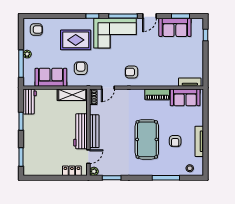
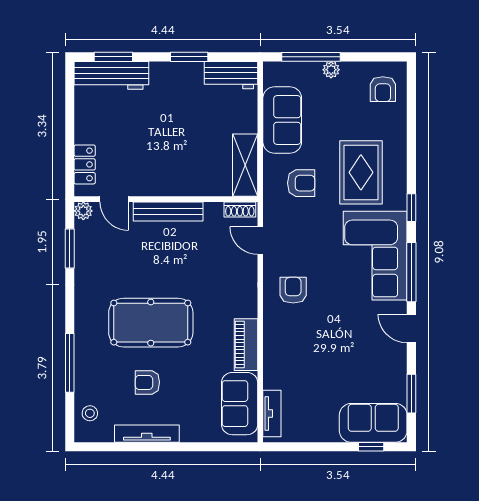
sofa: (175, 27) -> (373, 423), moved, turned 90
workbench: (80, 131) -> (111, 75), moved, turned 180

